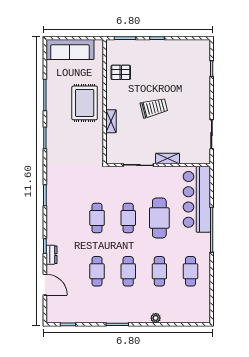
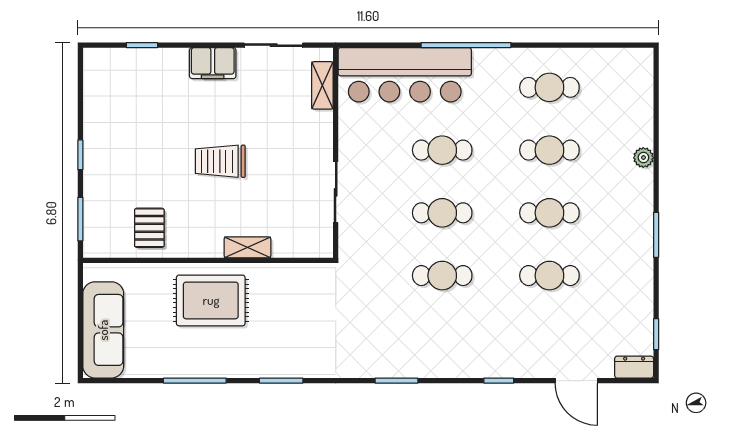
filing cabinet: (203, 104) -> (213, 63), added
trolley: (154, 108) -> (220, 161), turned -76
shelving: (168, 158) -> (322, 85), moved
cafe table: (159, 218) -> (442, 150), width x0.73, depth x0.74
dresser: (51, 255) -> (634, 367), moved
door: (45, 285) -> (576, 381), swing flipped

